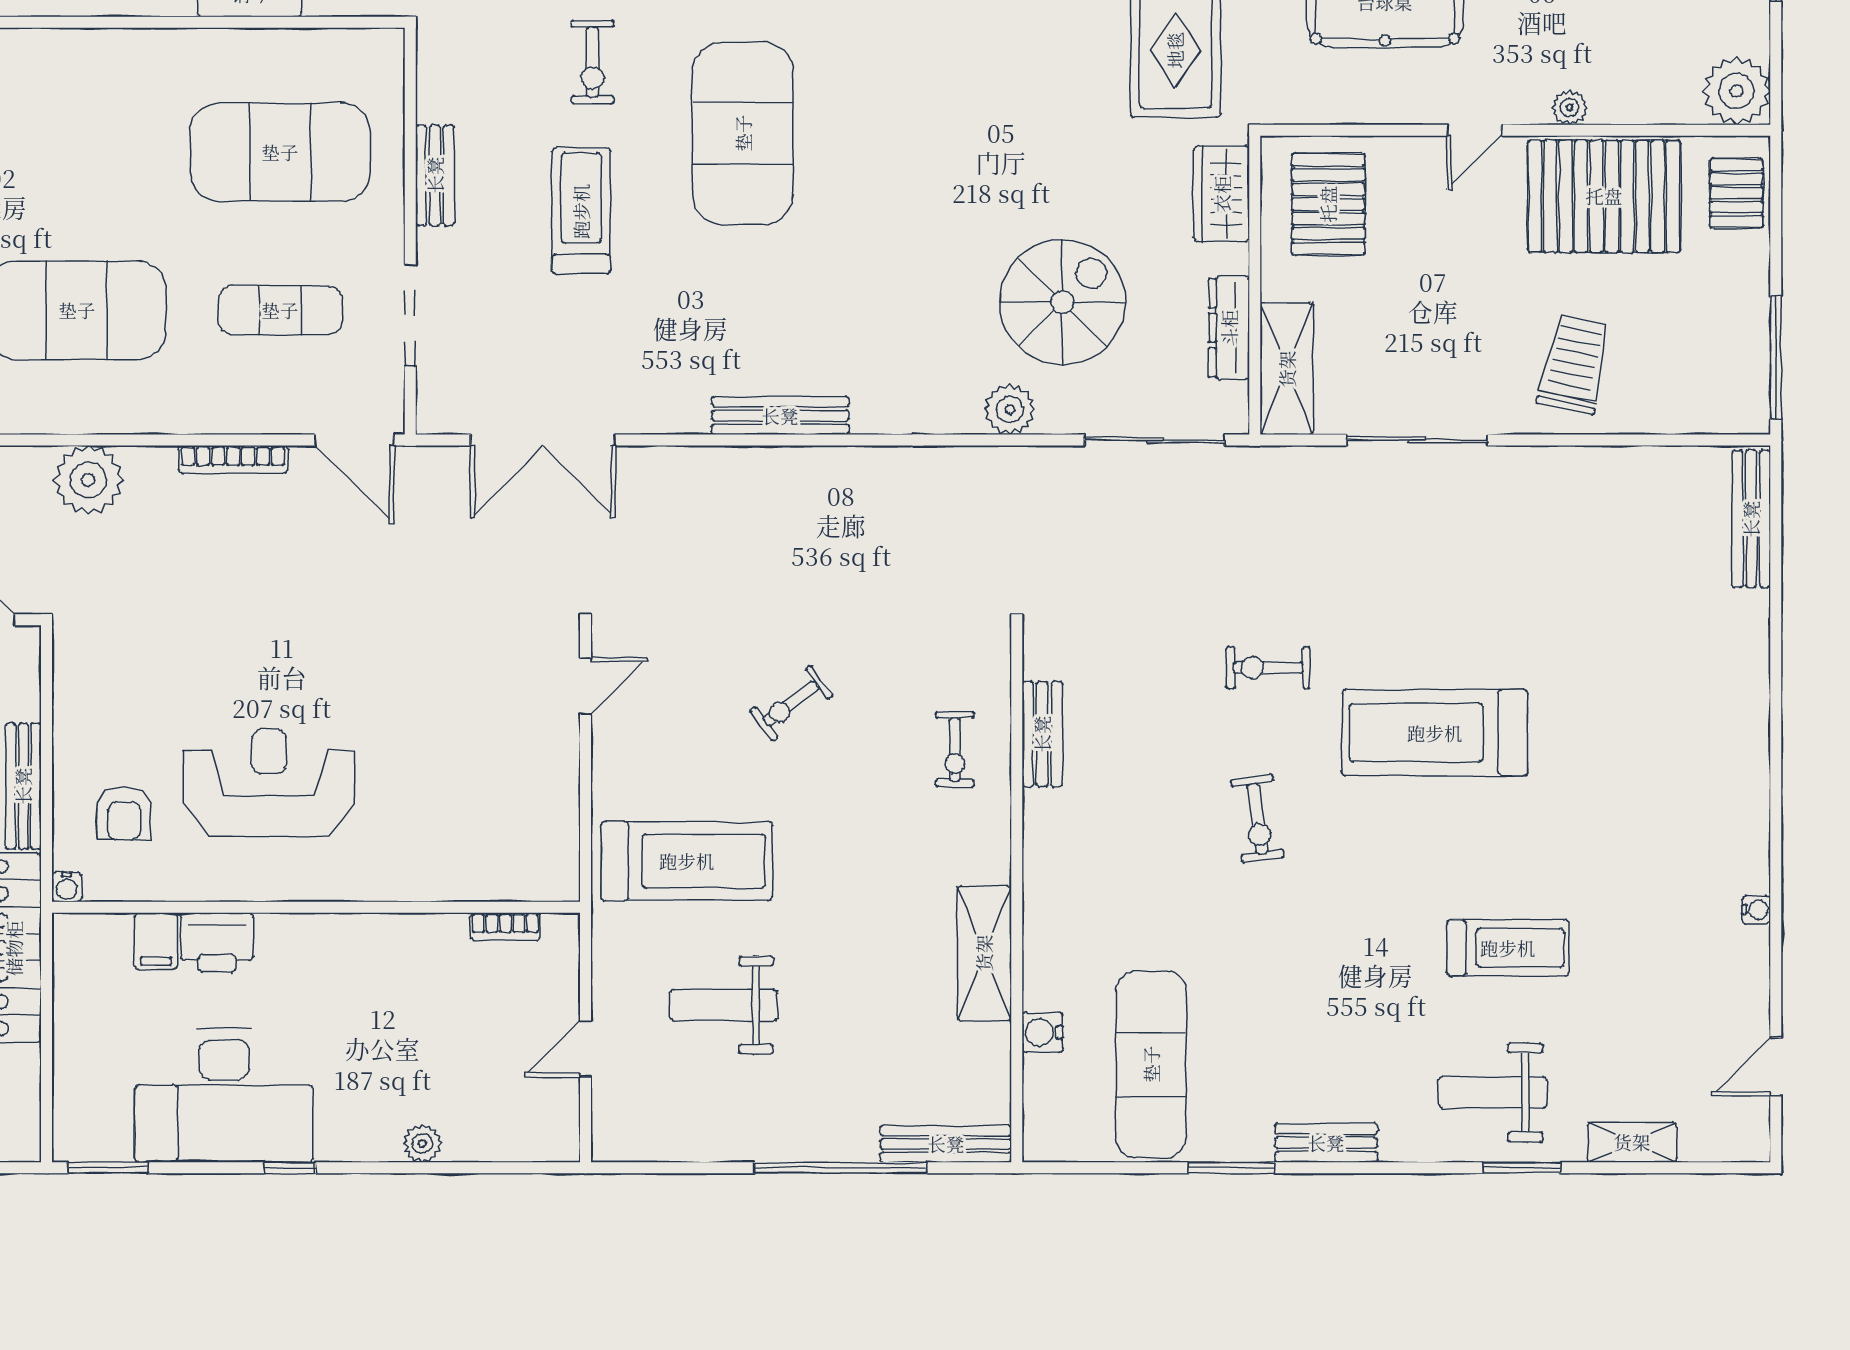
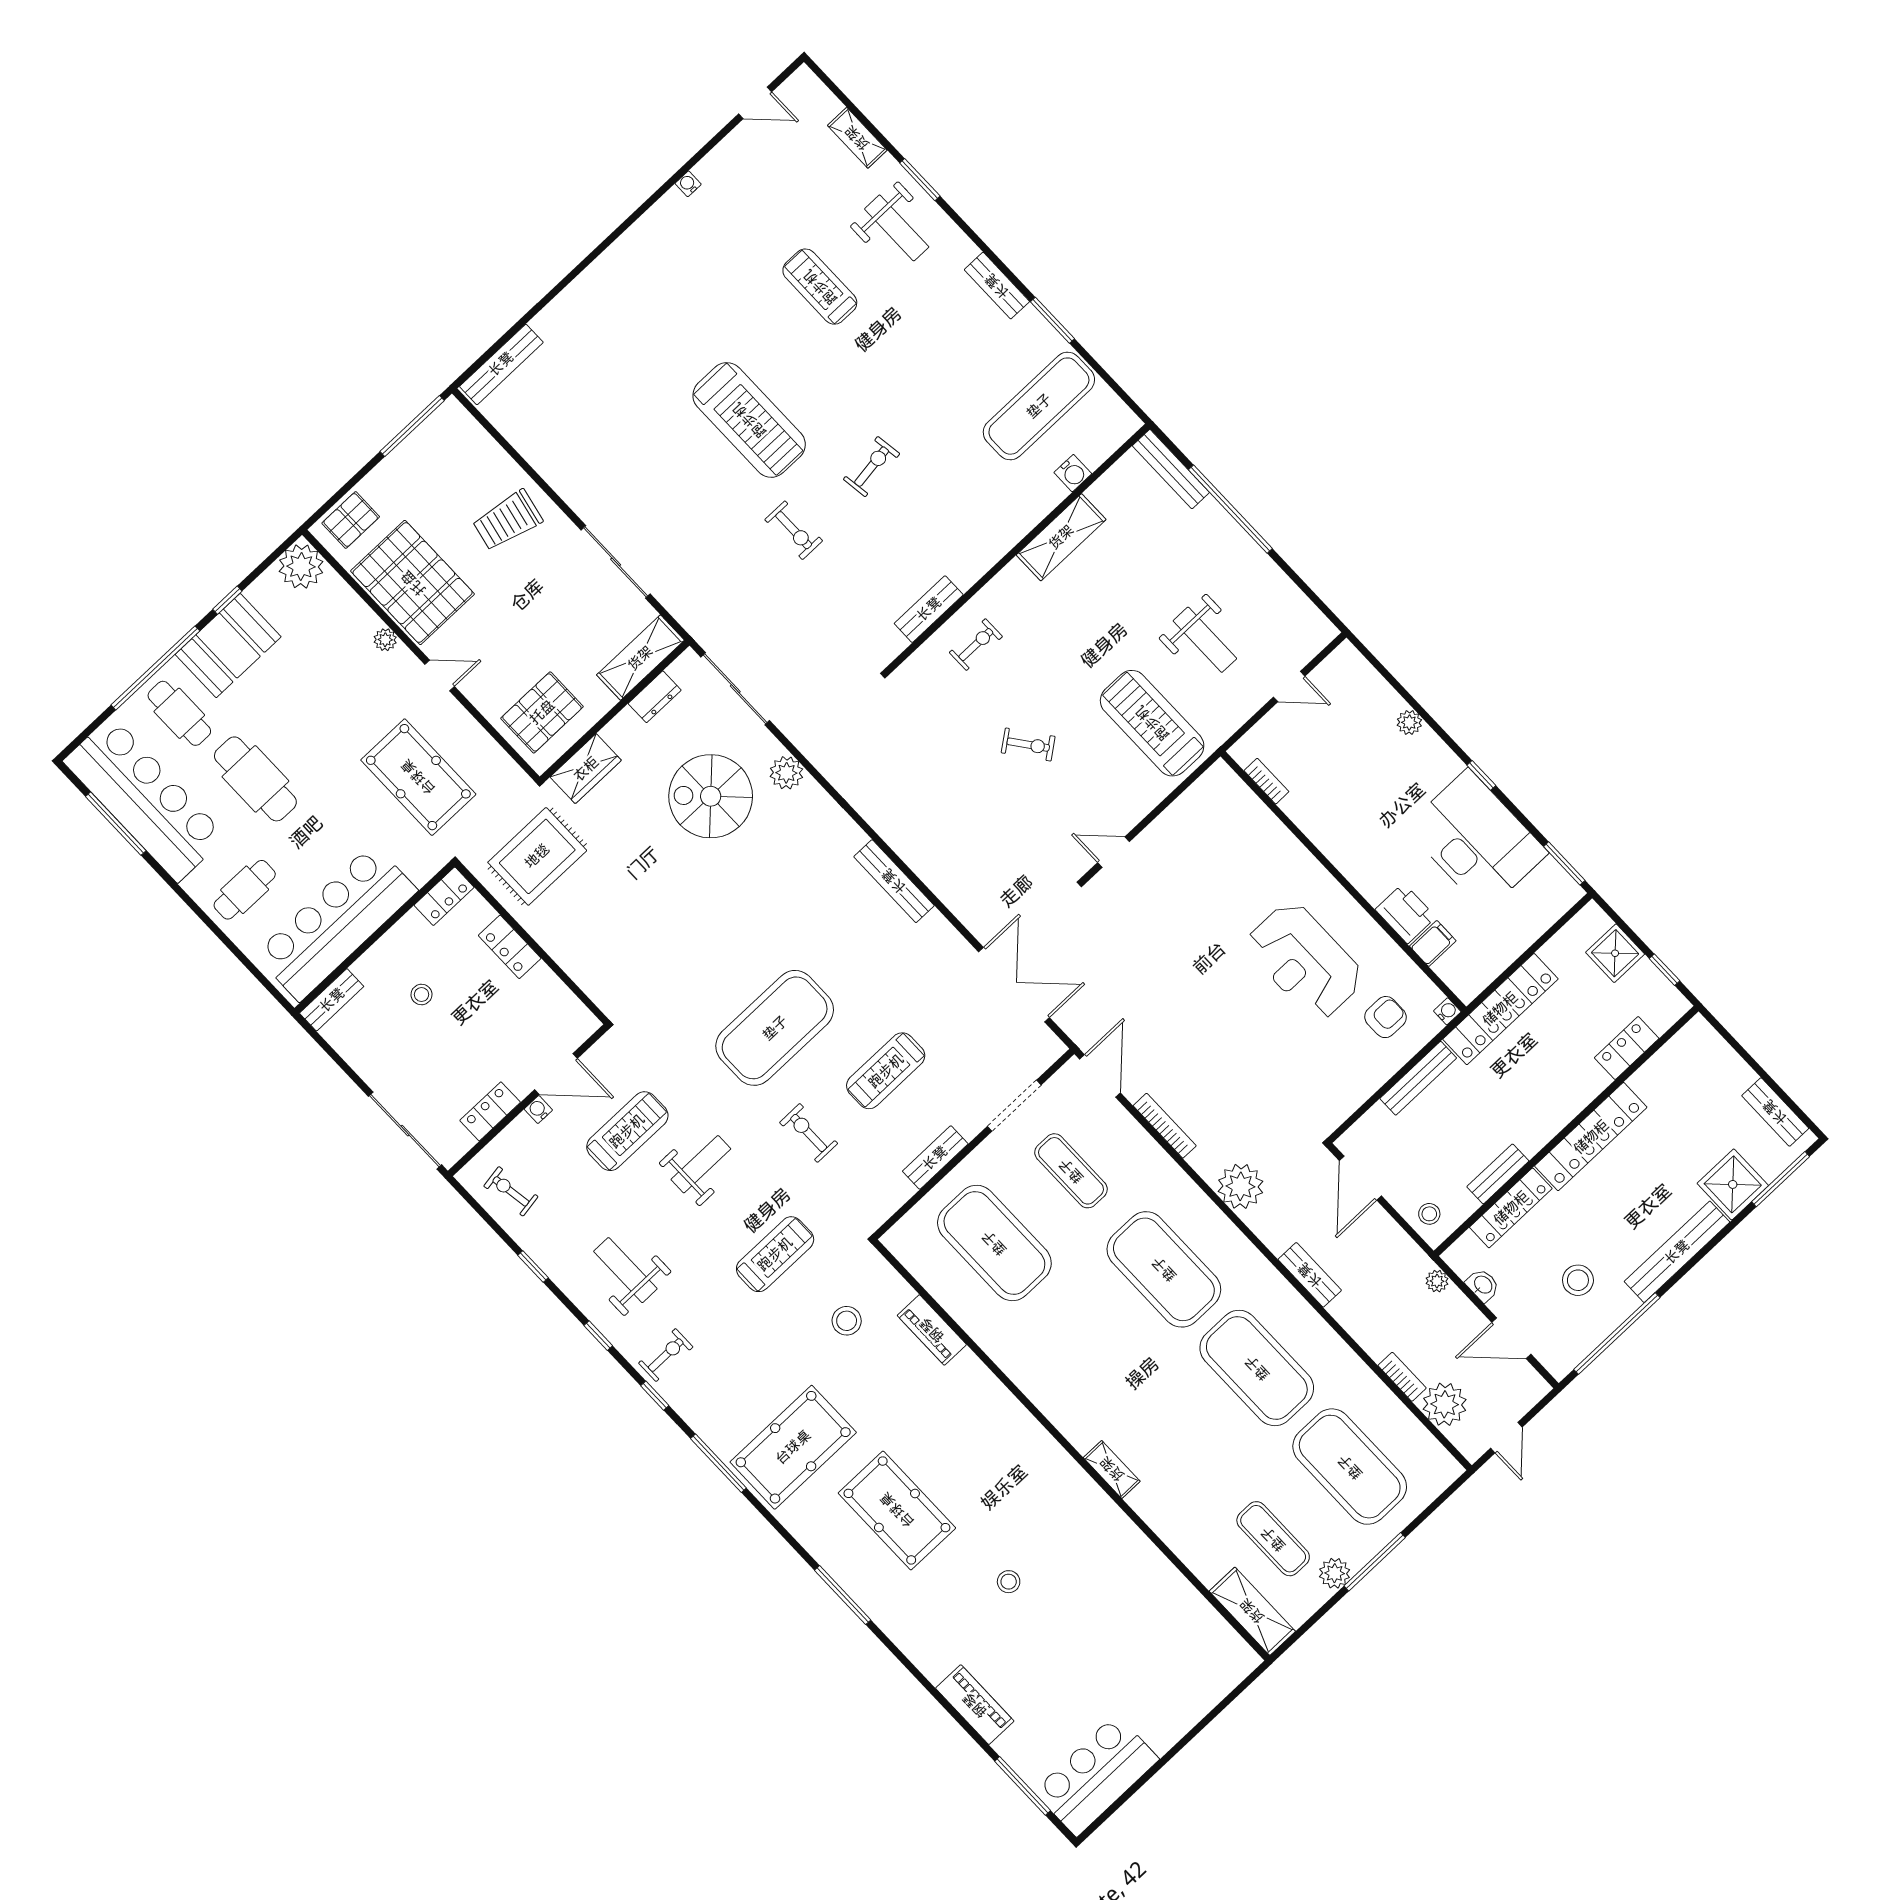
exercise bike: (593, 62) -> (809, 1133), turned -90
dresser: (1229, 328) -> (655, 697), width x0.70

